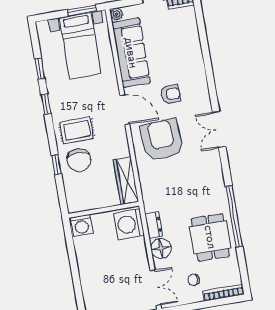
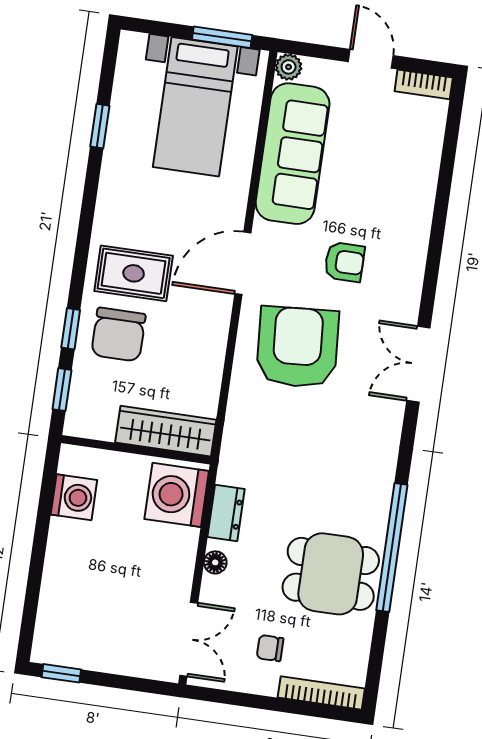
window: (46, 104) -> (62, 390), moved
door: (125, 110) -> (243, 263), swing flipped
wardrobe: (126, 181) -> (166, 431), moved, turned 90
washing machine: (82, 226) -> (74, 497), moved, turned -90
dining table: (210, 237) -> (331, 574), turned 90
floor lamp: (161, 248) -> (215, 562), width x0.53, depth x0.53

